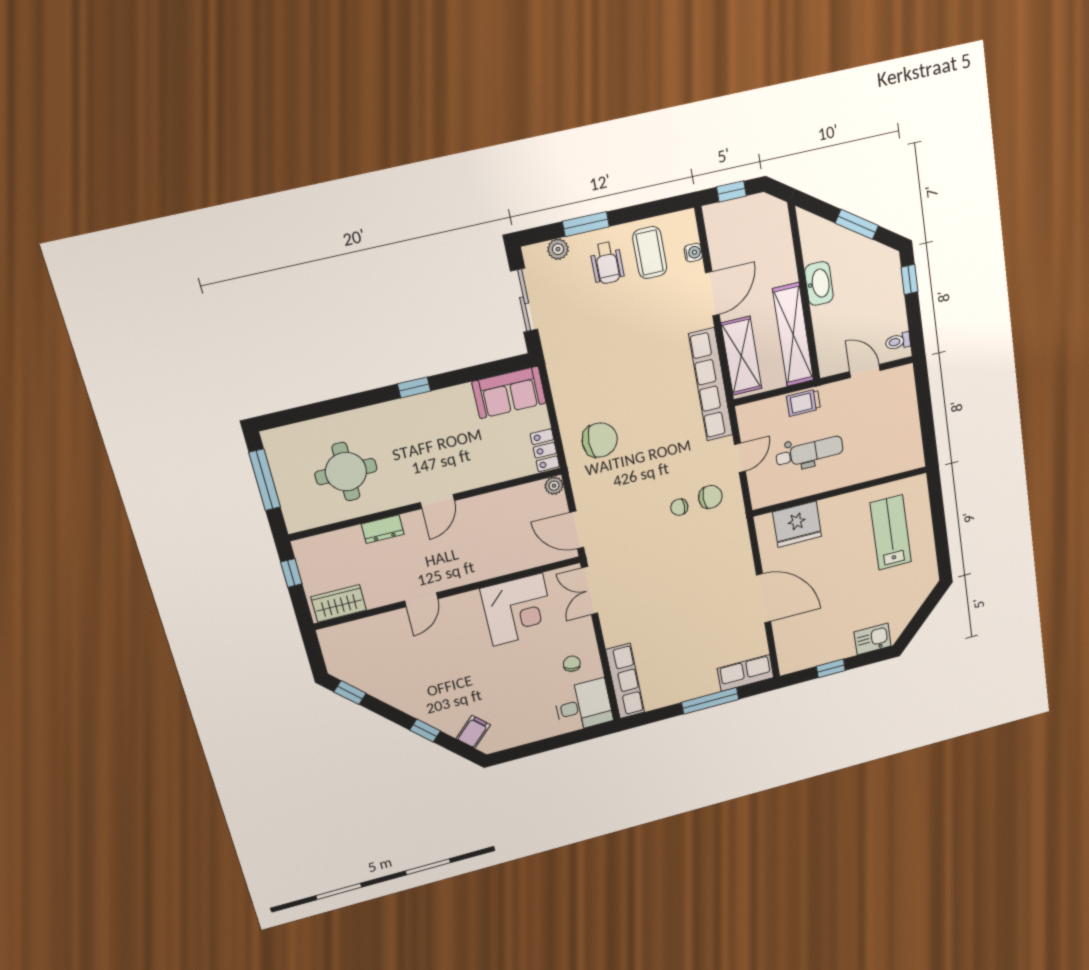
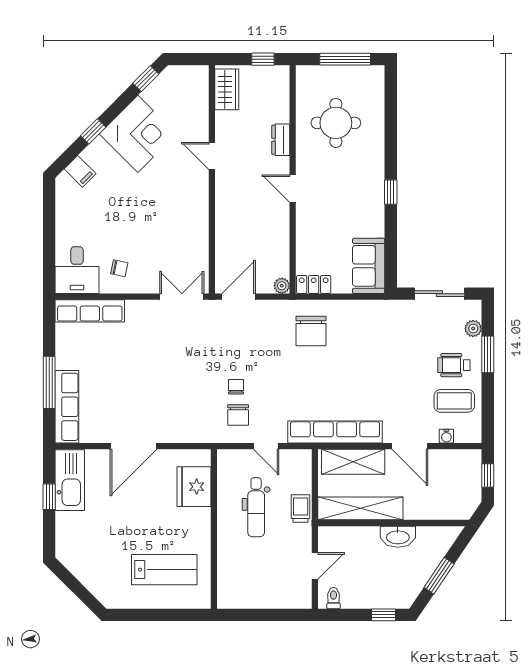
corner desk: (518, 610) -> (138, 134), moved, turned -135
kitchen sink: (873, 639) -> (70, 480), moved, width x1.87, depth x1.24
row of seats: (745, 673) -> (67, 407), width x1.48

